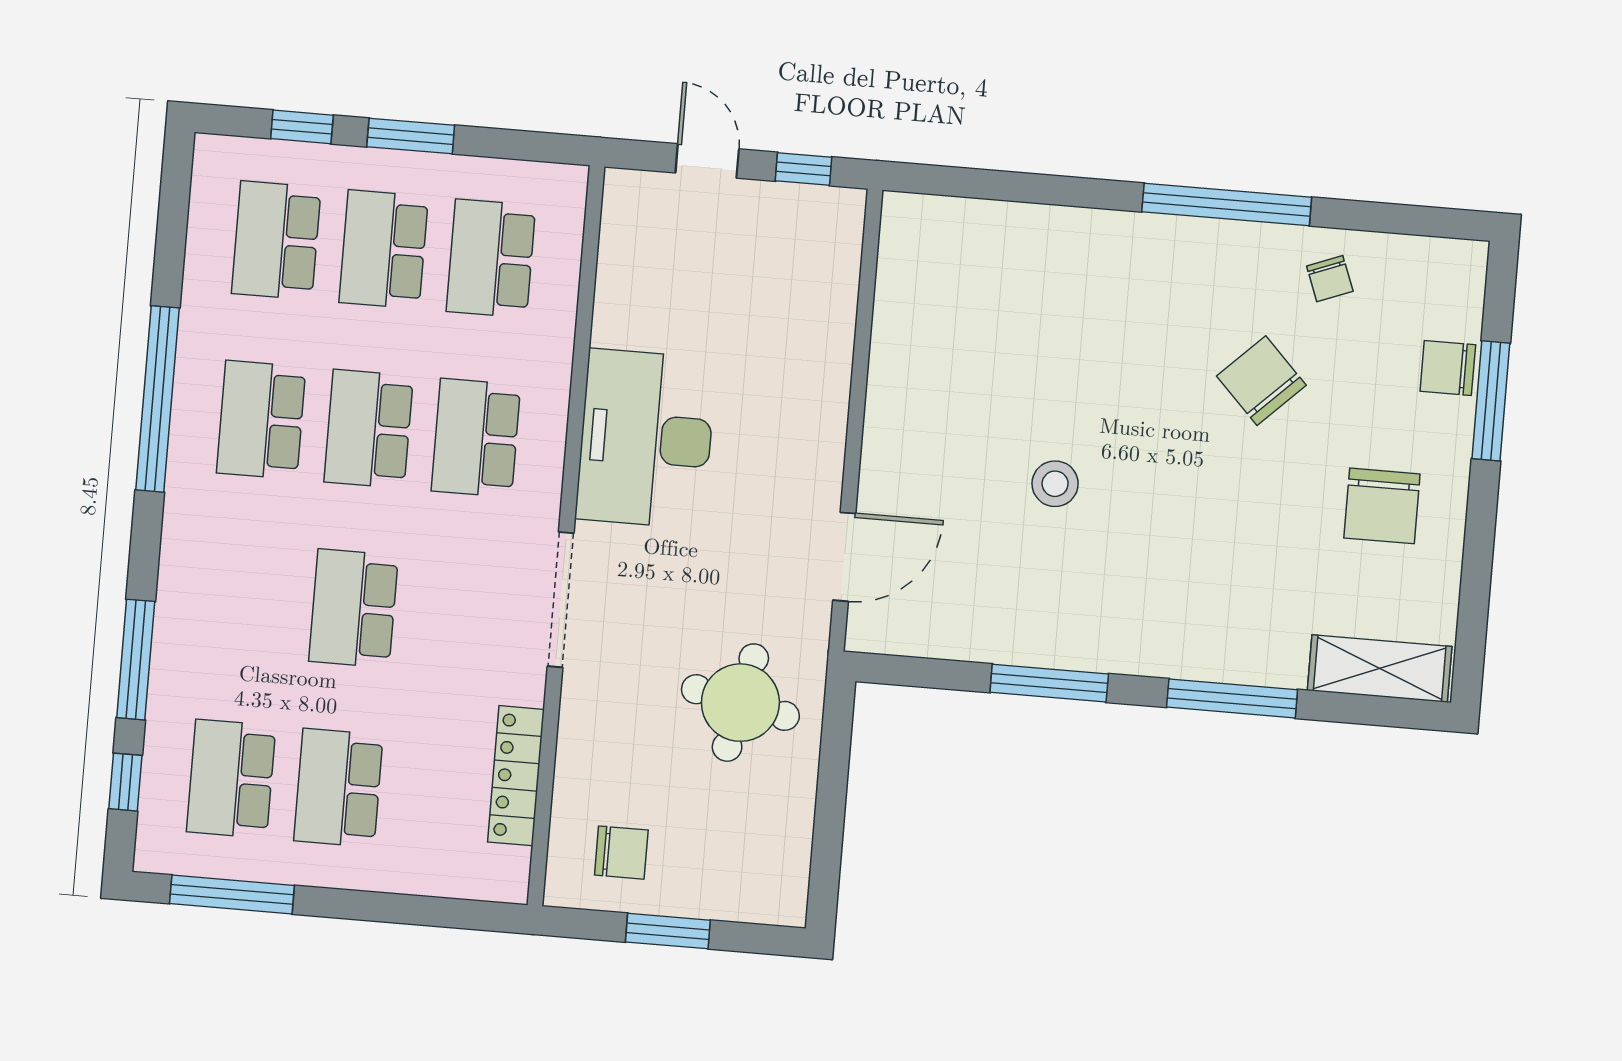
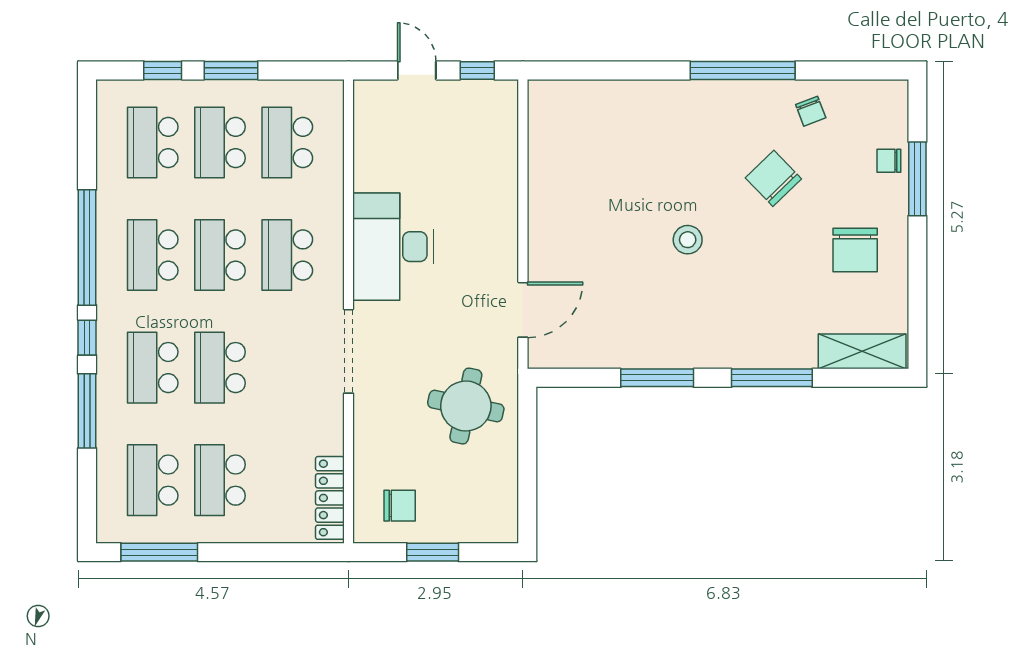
chair: (1448, 368) -> (889, 161), width x0.73, depth x0.73
stool: (1055, 484) -> (688, 240), moved
school desk: (246, 599) -> (153, 368), added
locker: (516, 776) -> (330, 498), moved
window: (125, 782) -> (87, 338), moved

